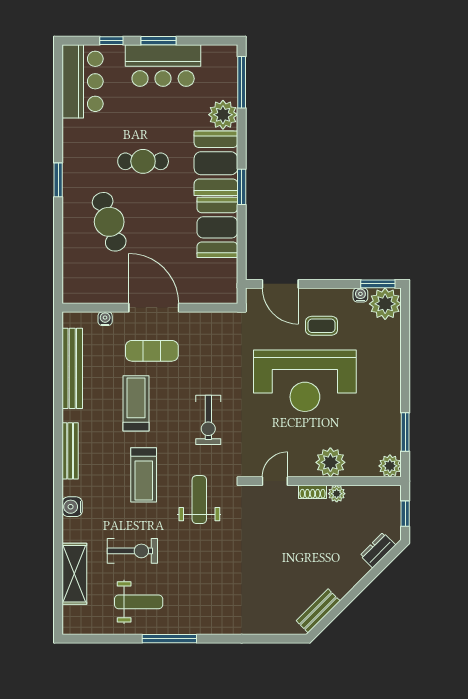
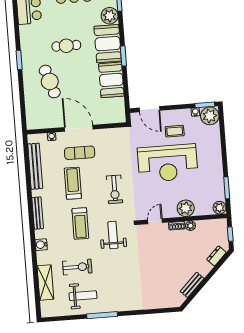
bench: (318, 611) -> (192, 285), moved

